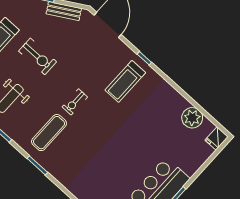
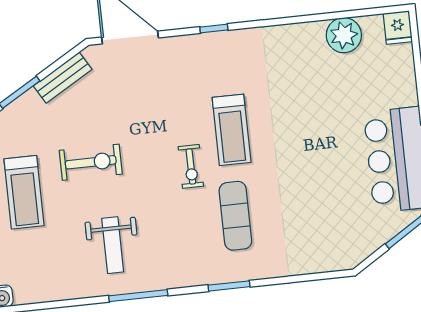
treadmill: (125, 81) -> (232, 130), moved
exercise mat: (49, 133) -> (235, 216), moved

